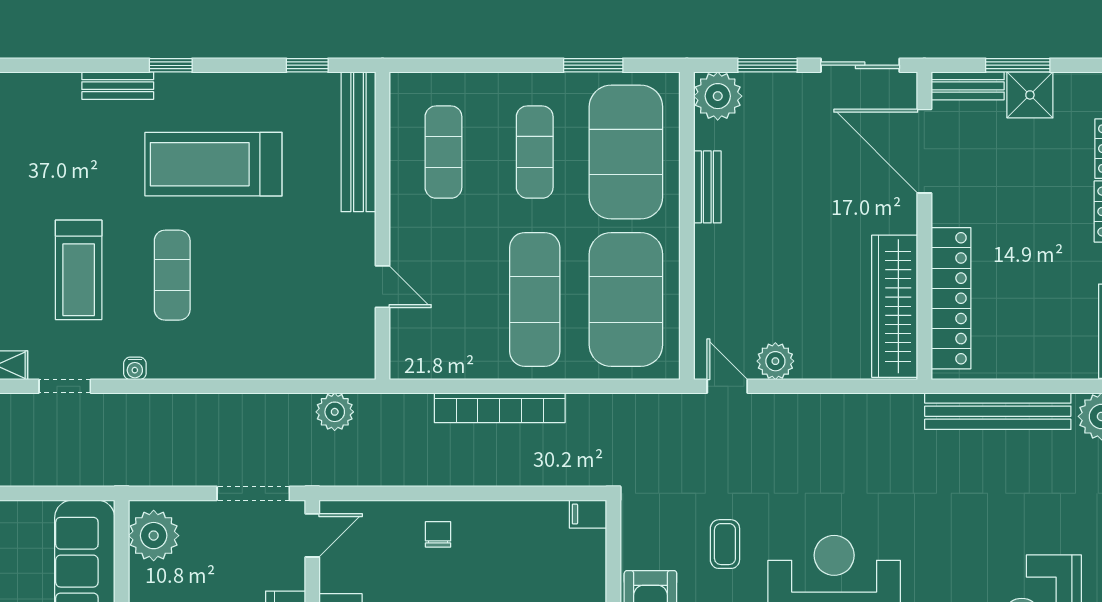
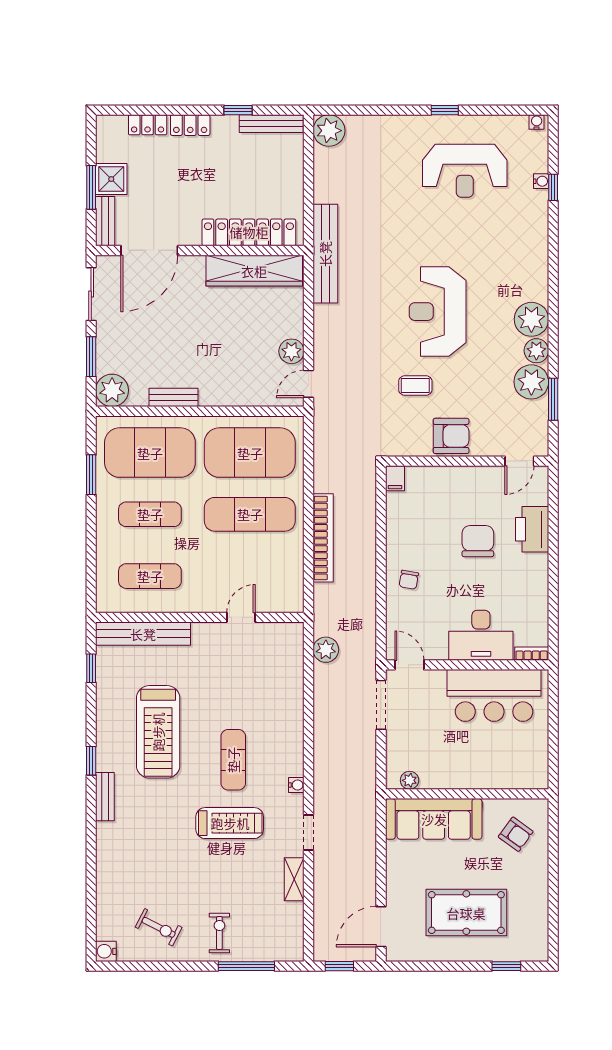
exercise mat: (172, 275) -> (233, 760), turned 90
bench: (998, 411) -> (325, 254), moved
chair: (438, 534) -> (409, 580), turned -80
plant: (154, 536) -> (410, 780), width x0.53, depth x0.53

